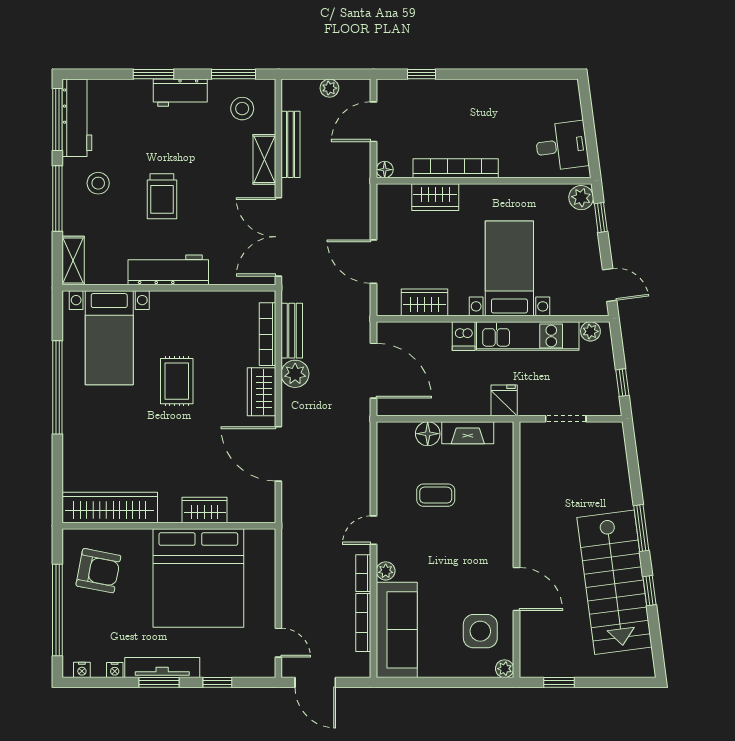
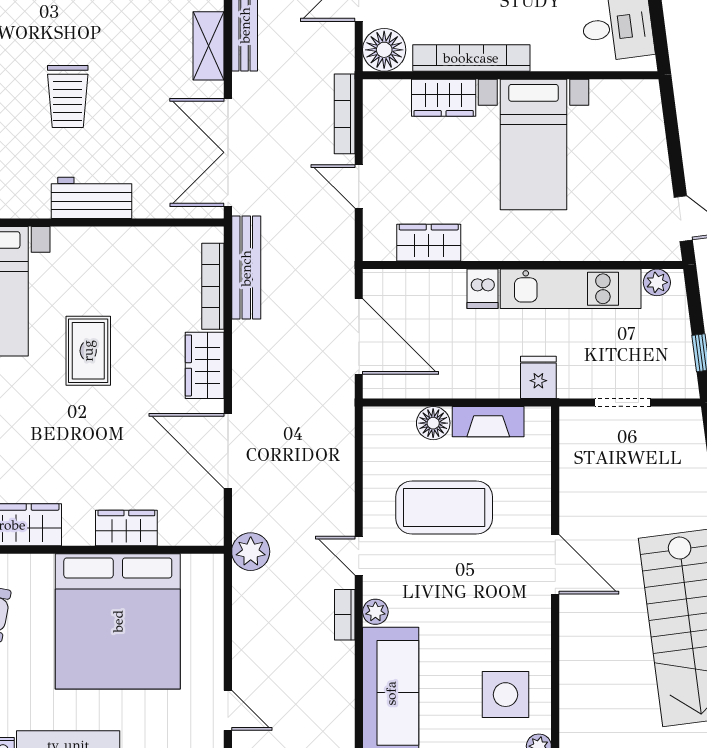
floor lamp: (385, 170) -> (384, 50), width x1.89, depth x1.89
plant: (581, 198) -> (644, 98), removed
window: (601, 217) -> (671, 126), removed
door: (374, 262) -> (359, 186), width x0.73
bed with nightstands: (509, 268) -> (534, 144), moved, turned 180
workbench: (168, 270) -> (92, 198), width x0.73
bench: (292, 331) -> (246, 268), width x1.36
plant: (295, 374) -> (251, 552), moved
coffee table: (436, 495) -> (444, 507), width x1.86, depth x1.72
door: (374, 530) -> (359, 556), hinge flipped
door: (516, 589) -> (555, 564), moved
bookcase: (363, 622) -> (345, 114), moved

